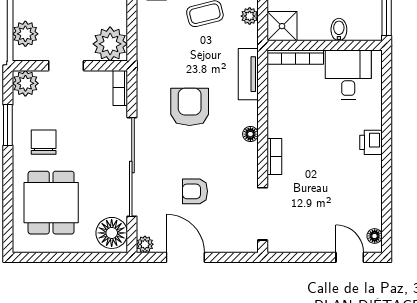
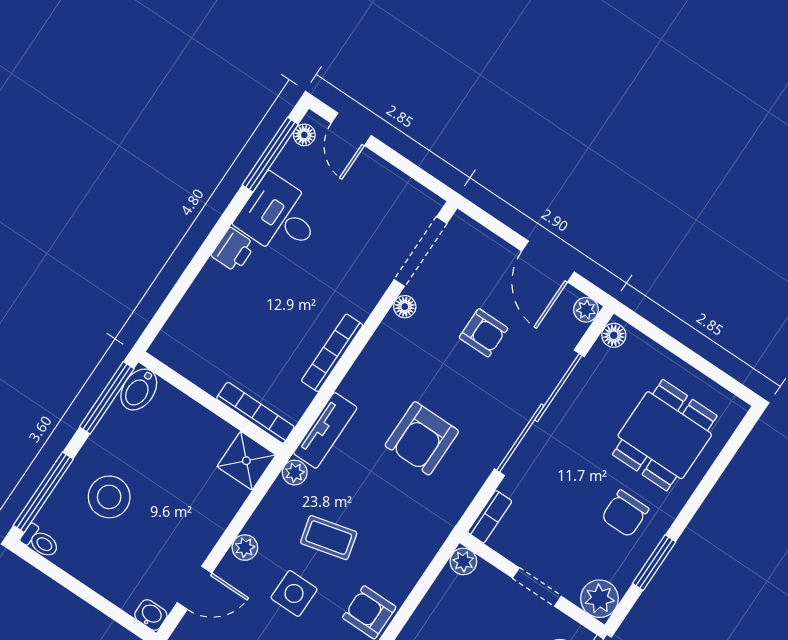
plant: (250, 16) -> (295, 473), moved
bidet: (339, 30) -> (139, 390), moved, width x1.38, depth x1.36
plant: (110, 44) -> (463, 561), width x0.53, depth x0.53
desk: (348, 75) -> (279, 217), moved, turned 90
floor lamp: (250, 134) -> (405, 307), moved
bookcase: (274, 157) -> (332, 353), moved, width x1.56
window: (387, 211) -> (270, 155), added
floor lamp: (112, 233) -> (614, 335), width x0.53, depth x0.53

